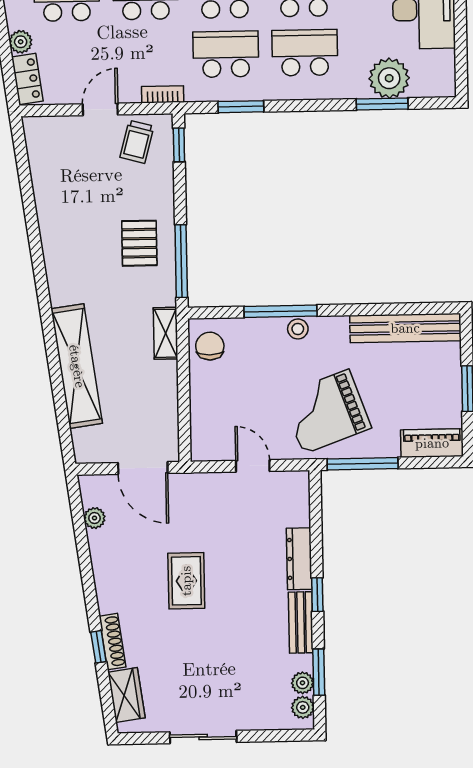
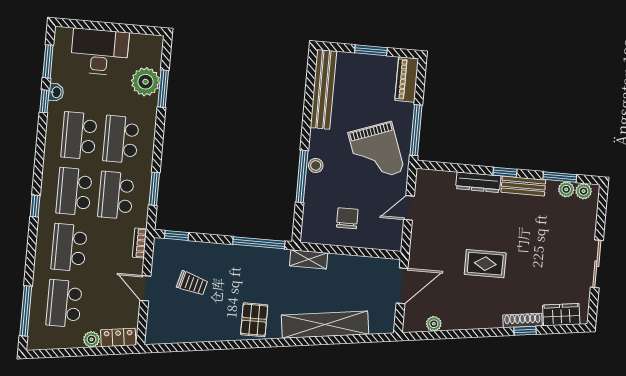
trolley: (137, 142) -> (192, 283), moved
pallet: (139, 243) -> (254, 320), moved, turned 90
chair: (210, 346) -> (347, 218), moved, turned 90

